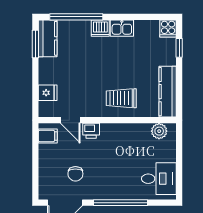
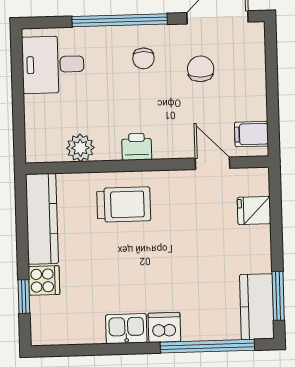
cooker: (168, 28) -> (44, 280), moved, turned 90
printer: (91, 131) -> (137, 147), moved
plant: (159, 131) -> (80, 148), moved
chair: (108, 181) -> (143, 58), added

